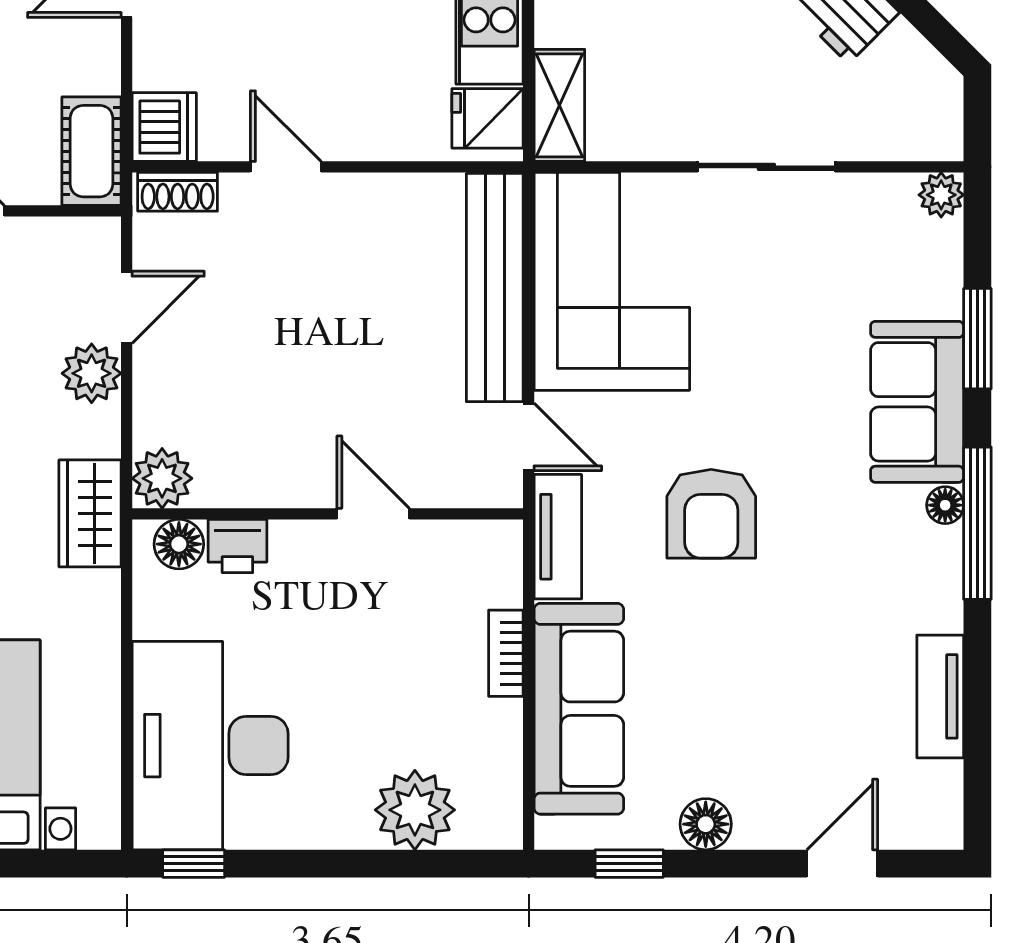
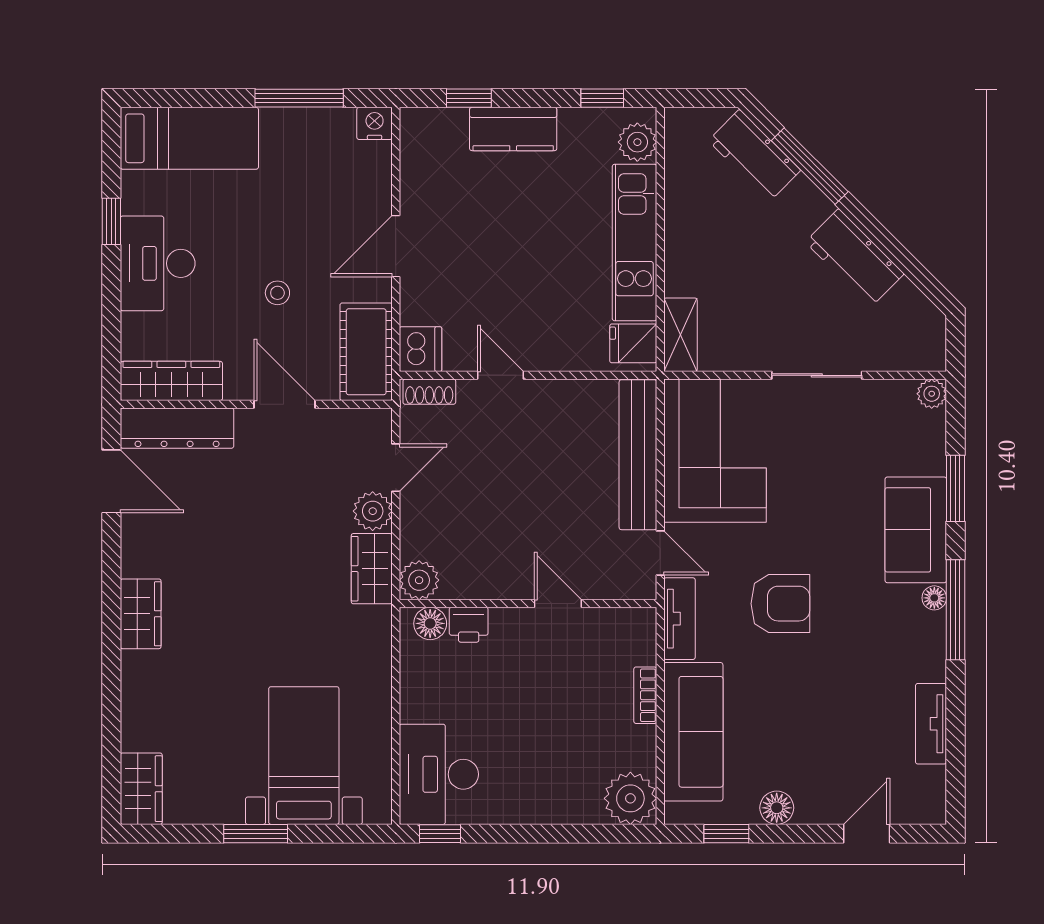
cot: (92, 151) -> (366, 352), width x1.37, depth x1.34
wardrobe: (90, 513) -> (372, 569), moved
armchair: (711, 514) -> (780, 604), turned -90
desk: (210, 746) -> (439, 774), width x0.73, depth x0.77
plant: (415, 810) -> (630, 798), moved

